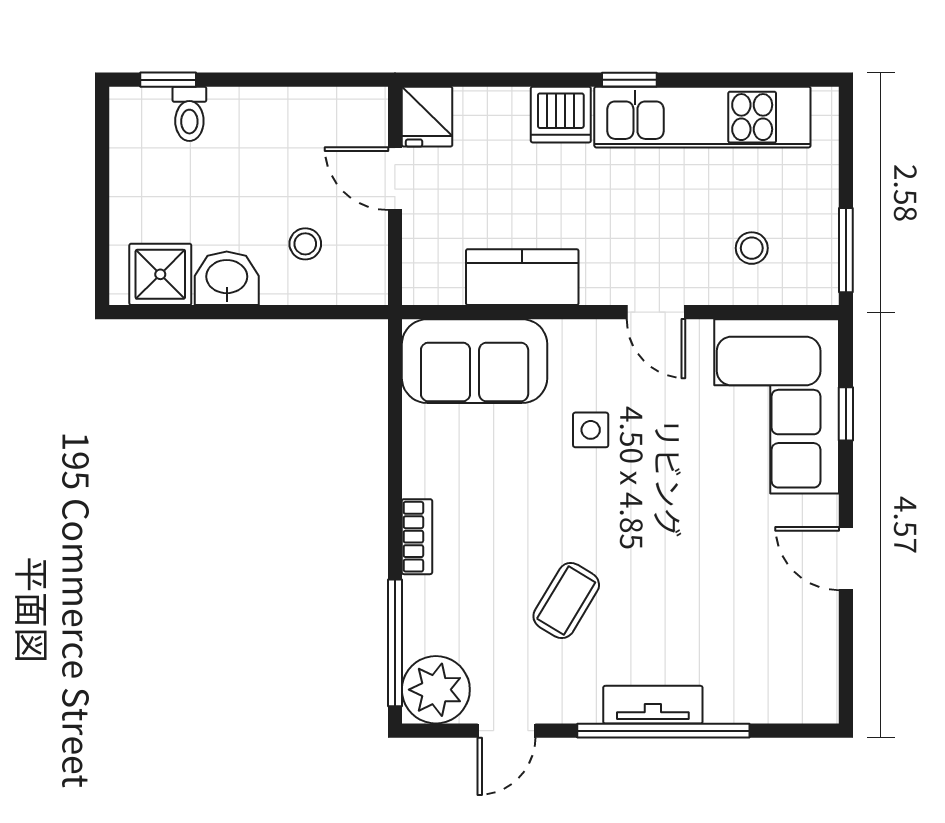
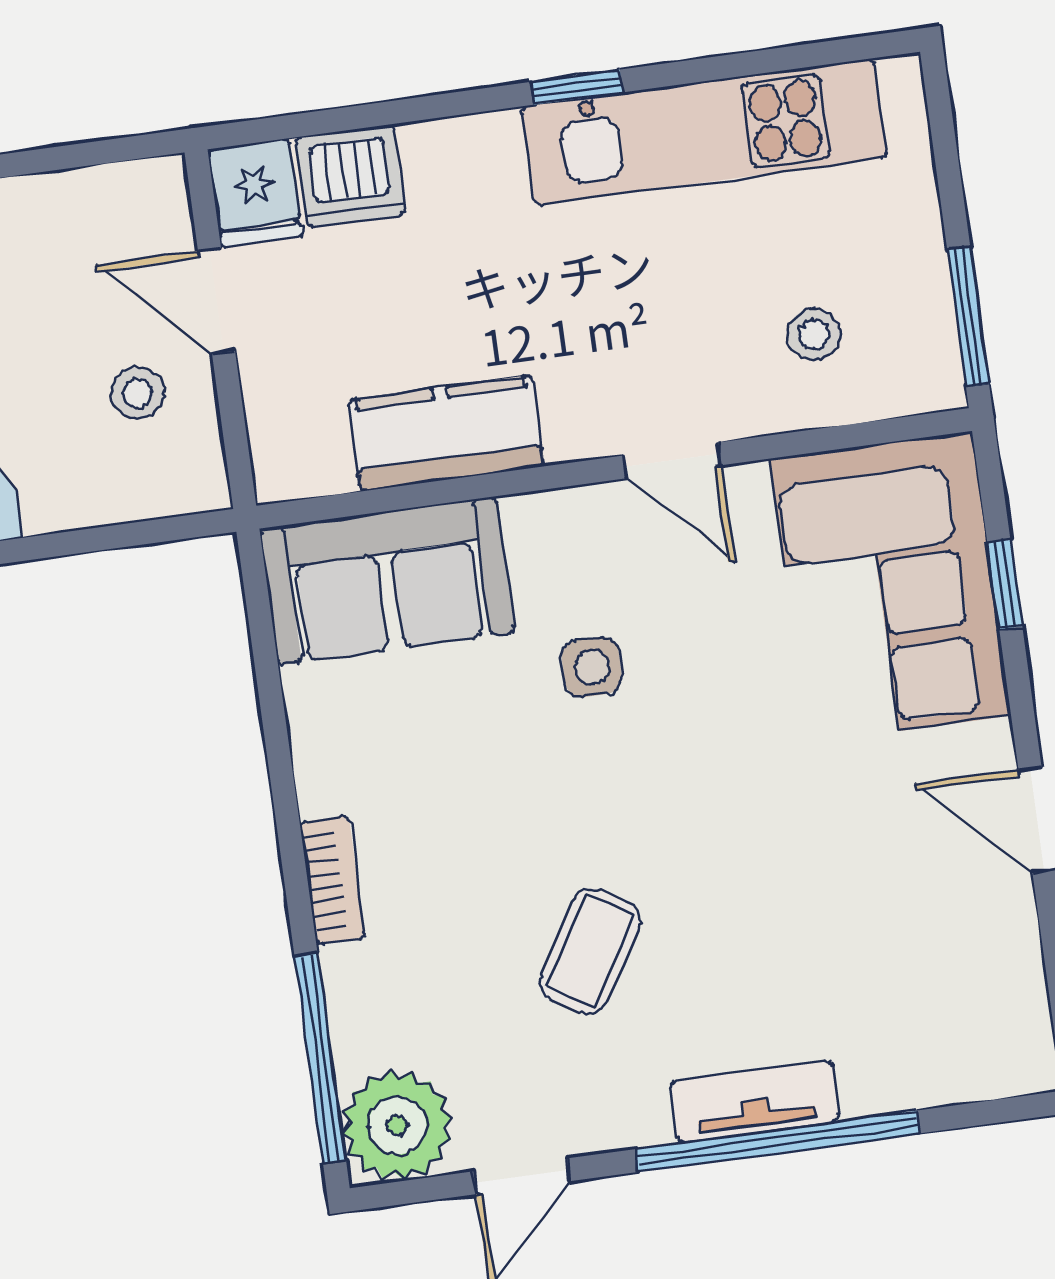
dishwasher: (561, 115) -> (350, 176), moved
stool: (305, 244) -> (138, 393), moved

